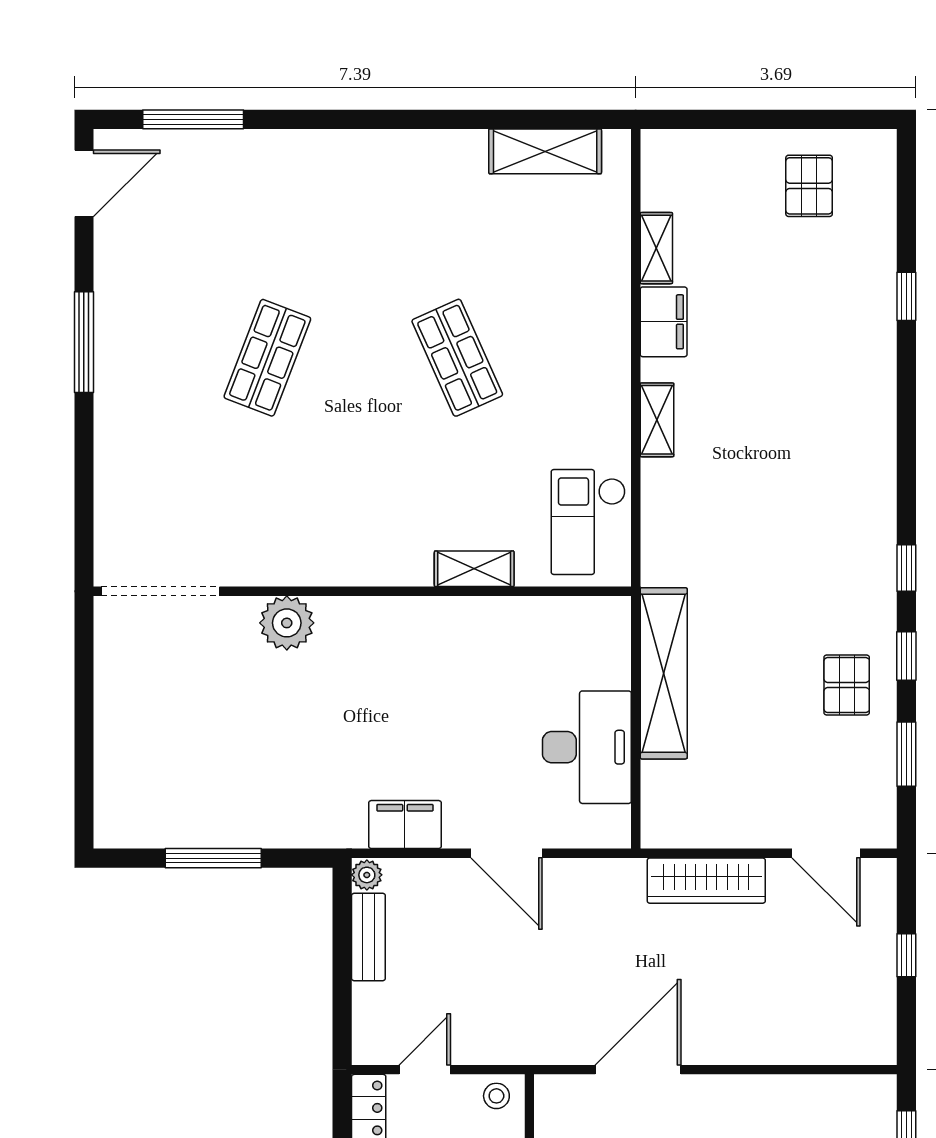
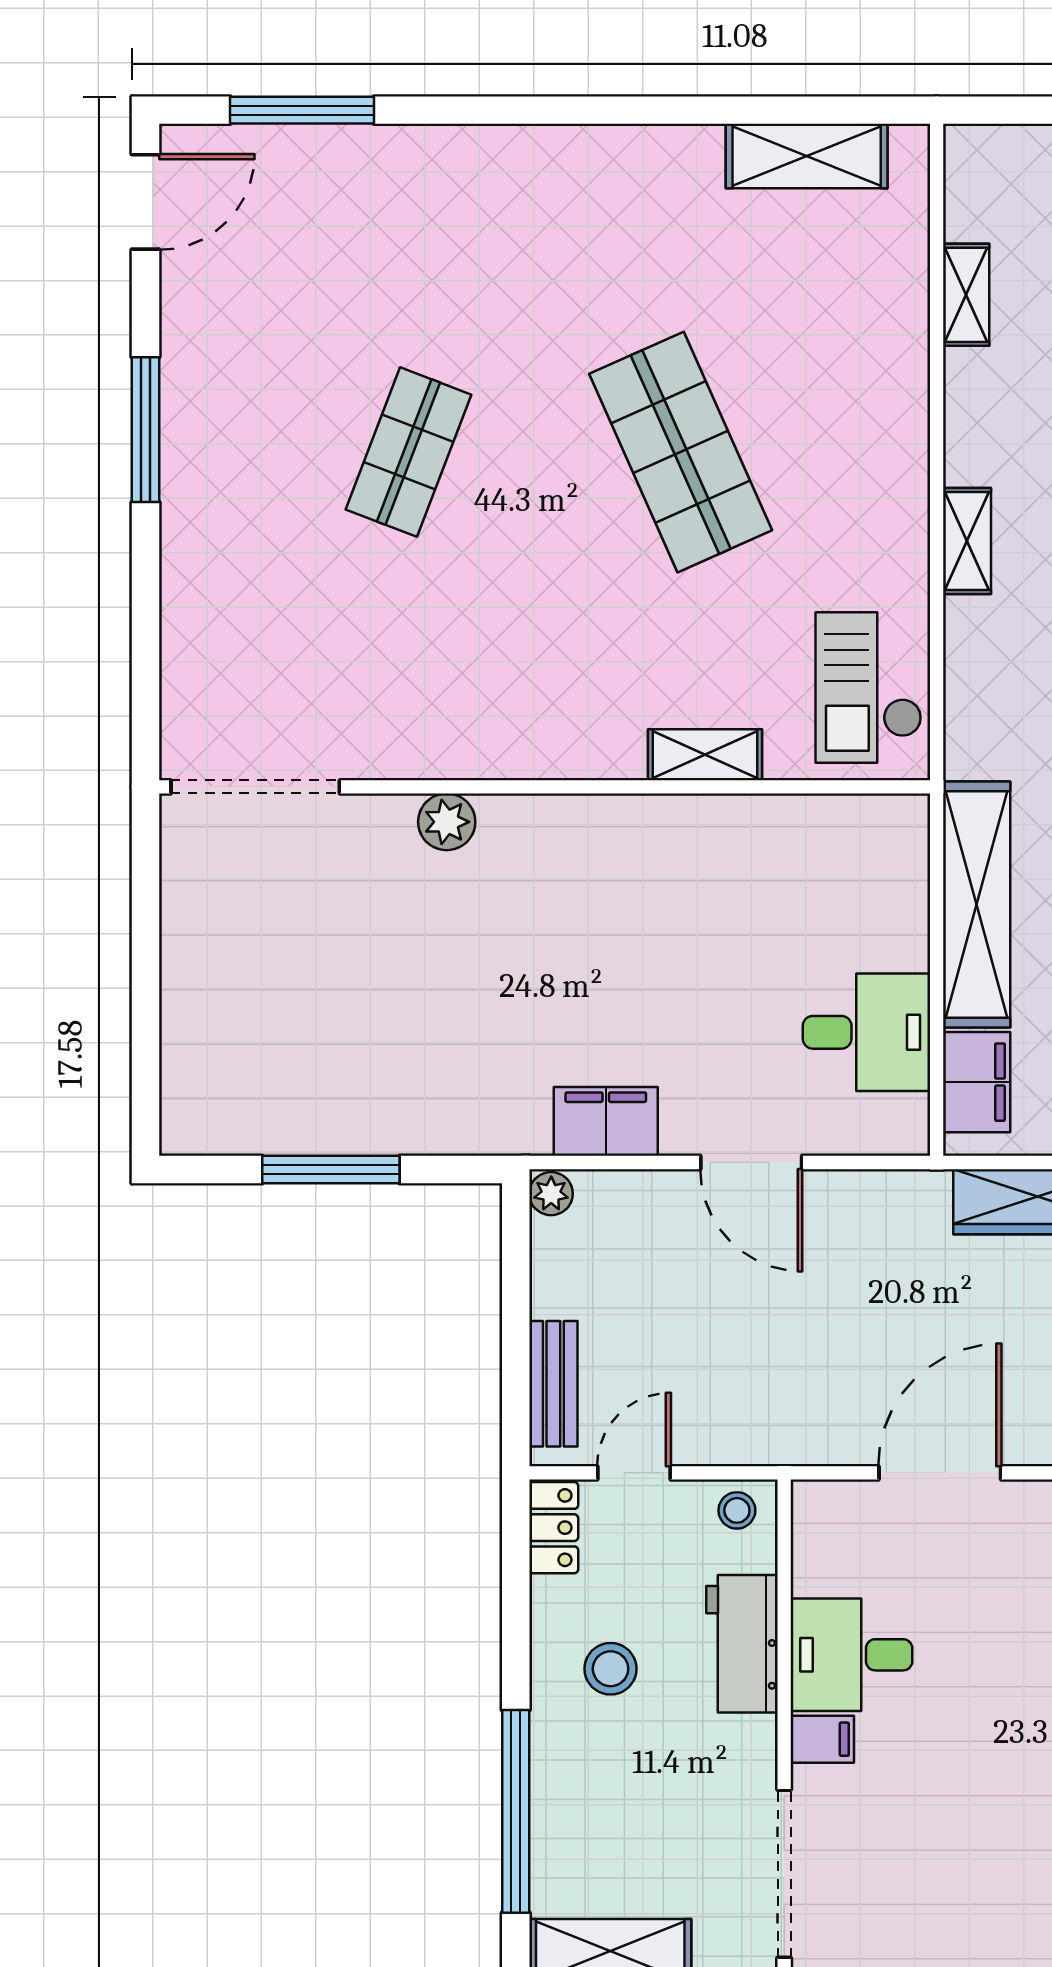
filing cabinet: (664, 322) -> (977, 1082), moved
shop shelf: (457, 358) -> (681, 452), width x1.43, depth x1.36
plant: (287, 623) -> (447, 822), width x0.73, depth x0.73
desk: (587, 747) -> (867, 1032), width x0.73
bench: (368, 937) -> (553, 1384), moved

